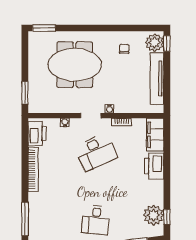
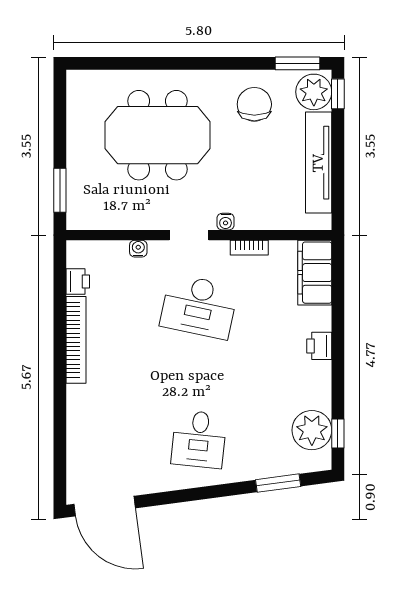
window: (44, 28) -> (298, 63), moved
chair: (124, 49) -> (254, 104), width x1.87, depth x1.87
printer: (37, 134) -> (78, 282), width x0.53, depth x0.68
desk: (96, 152) -> (199, 306), turned 36
printer: (154, 166) -> (319, 346), width x0.53, depth x0.68
window: (25, 219) -> (60, 437), removed

